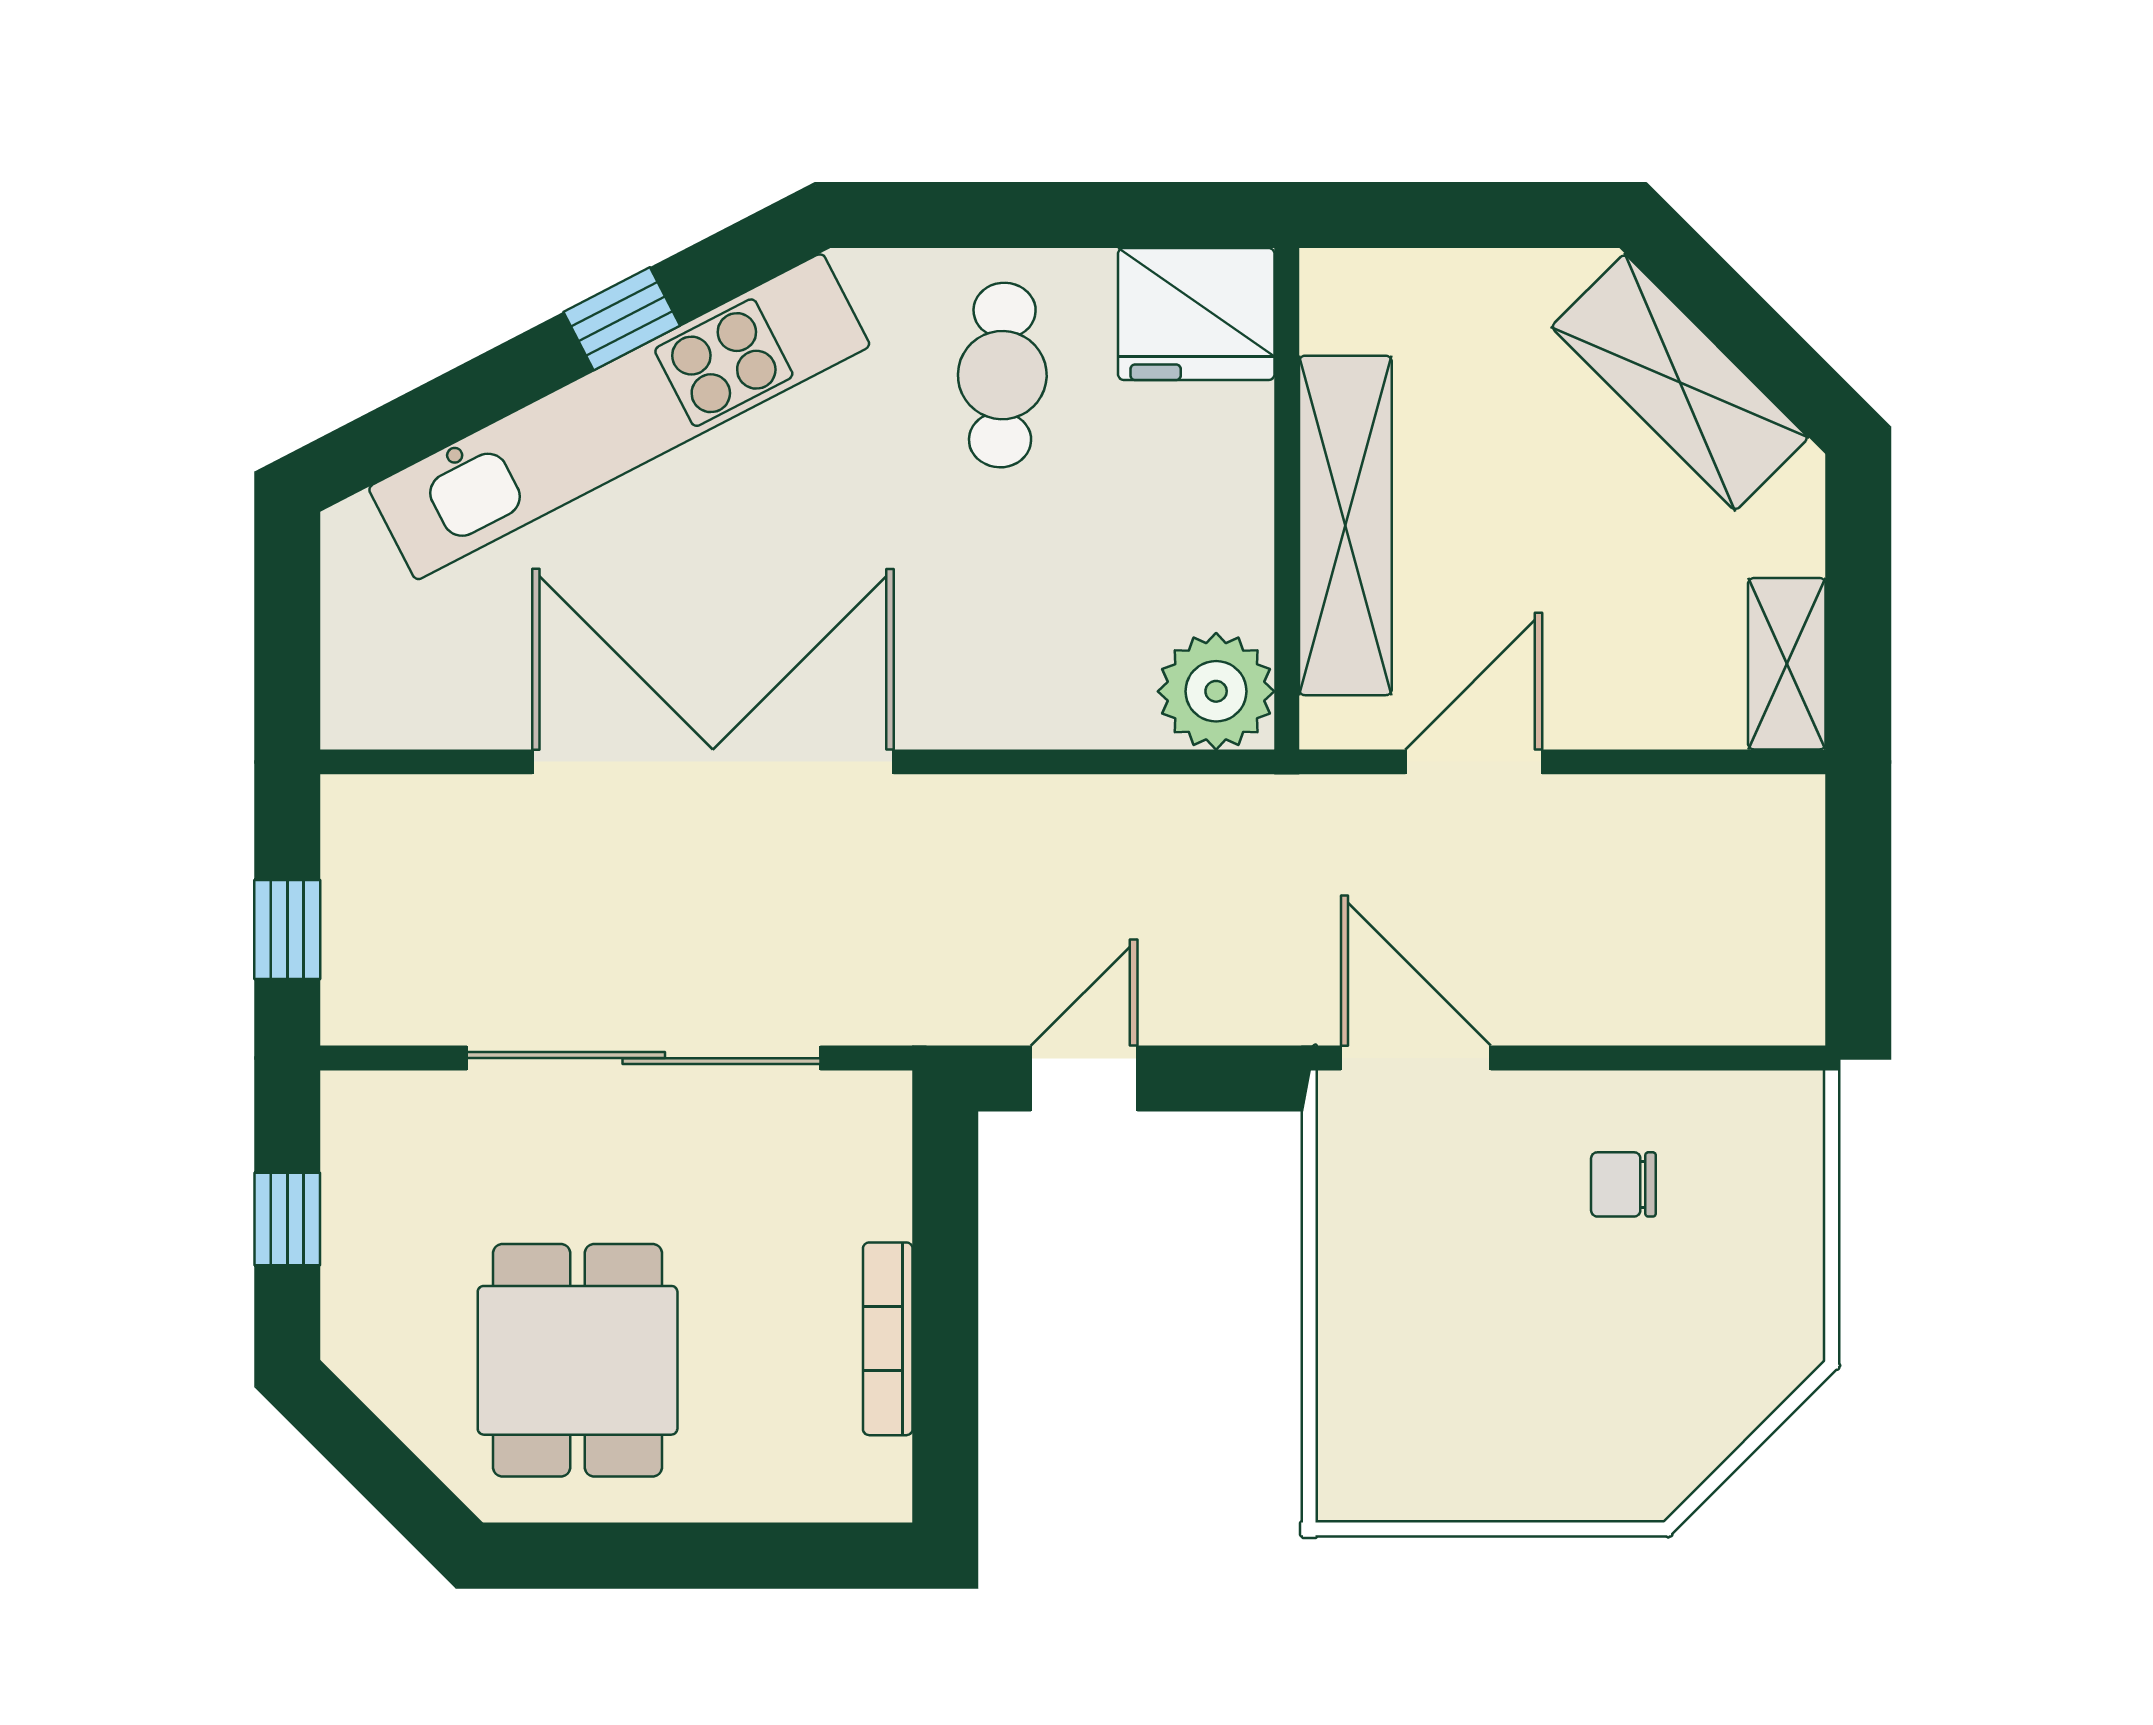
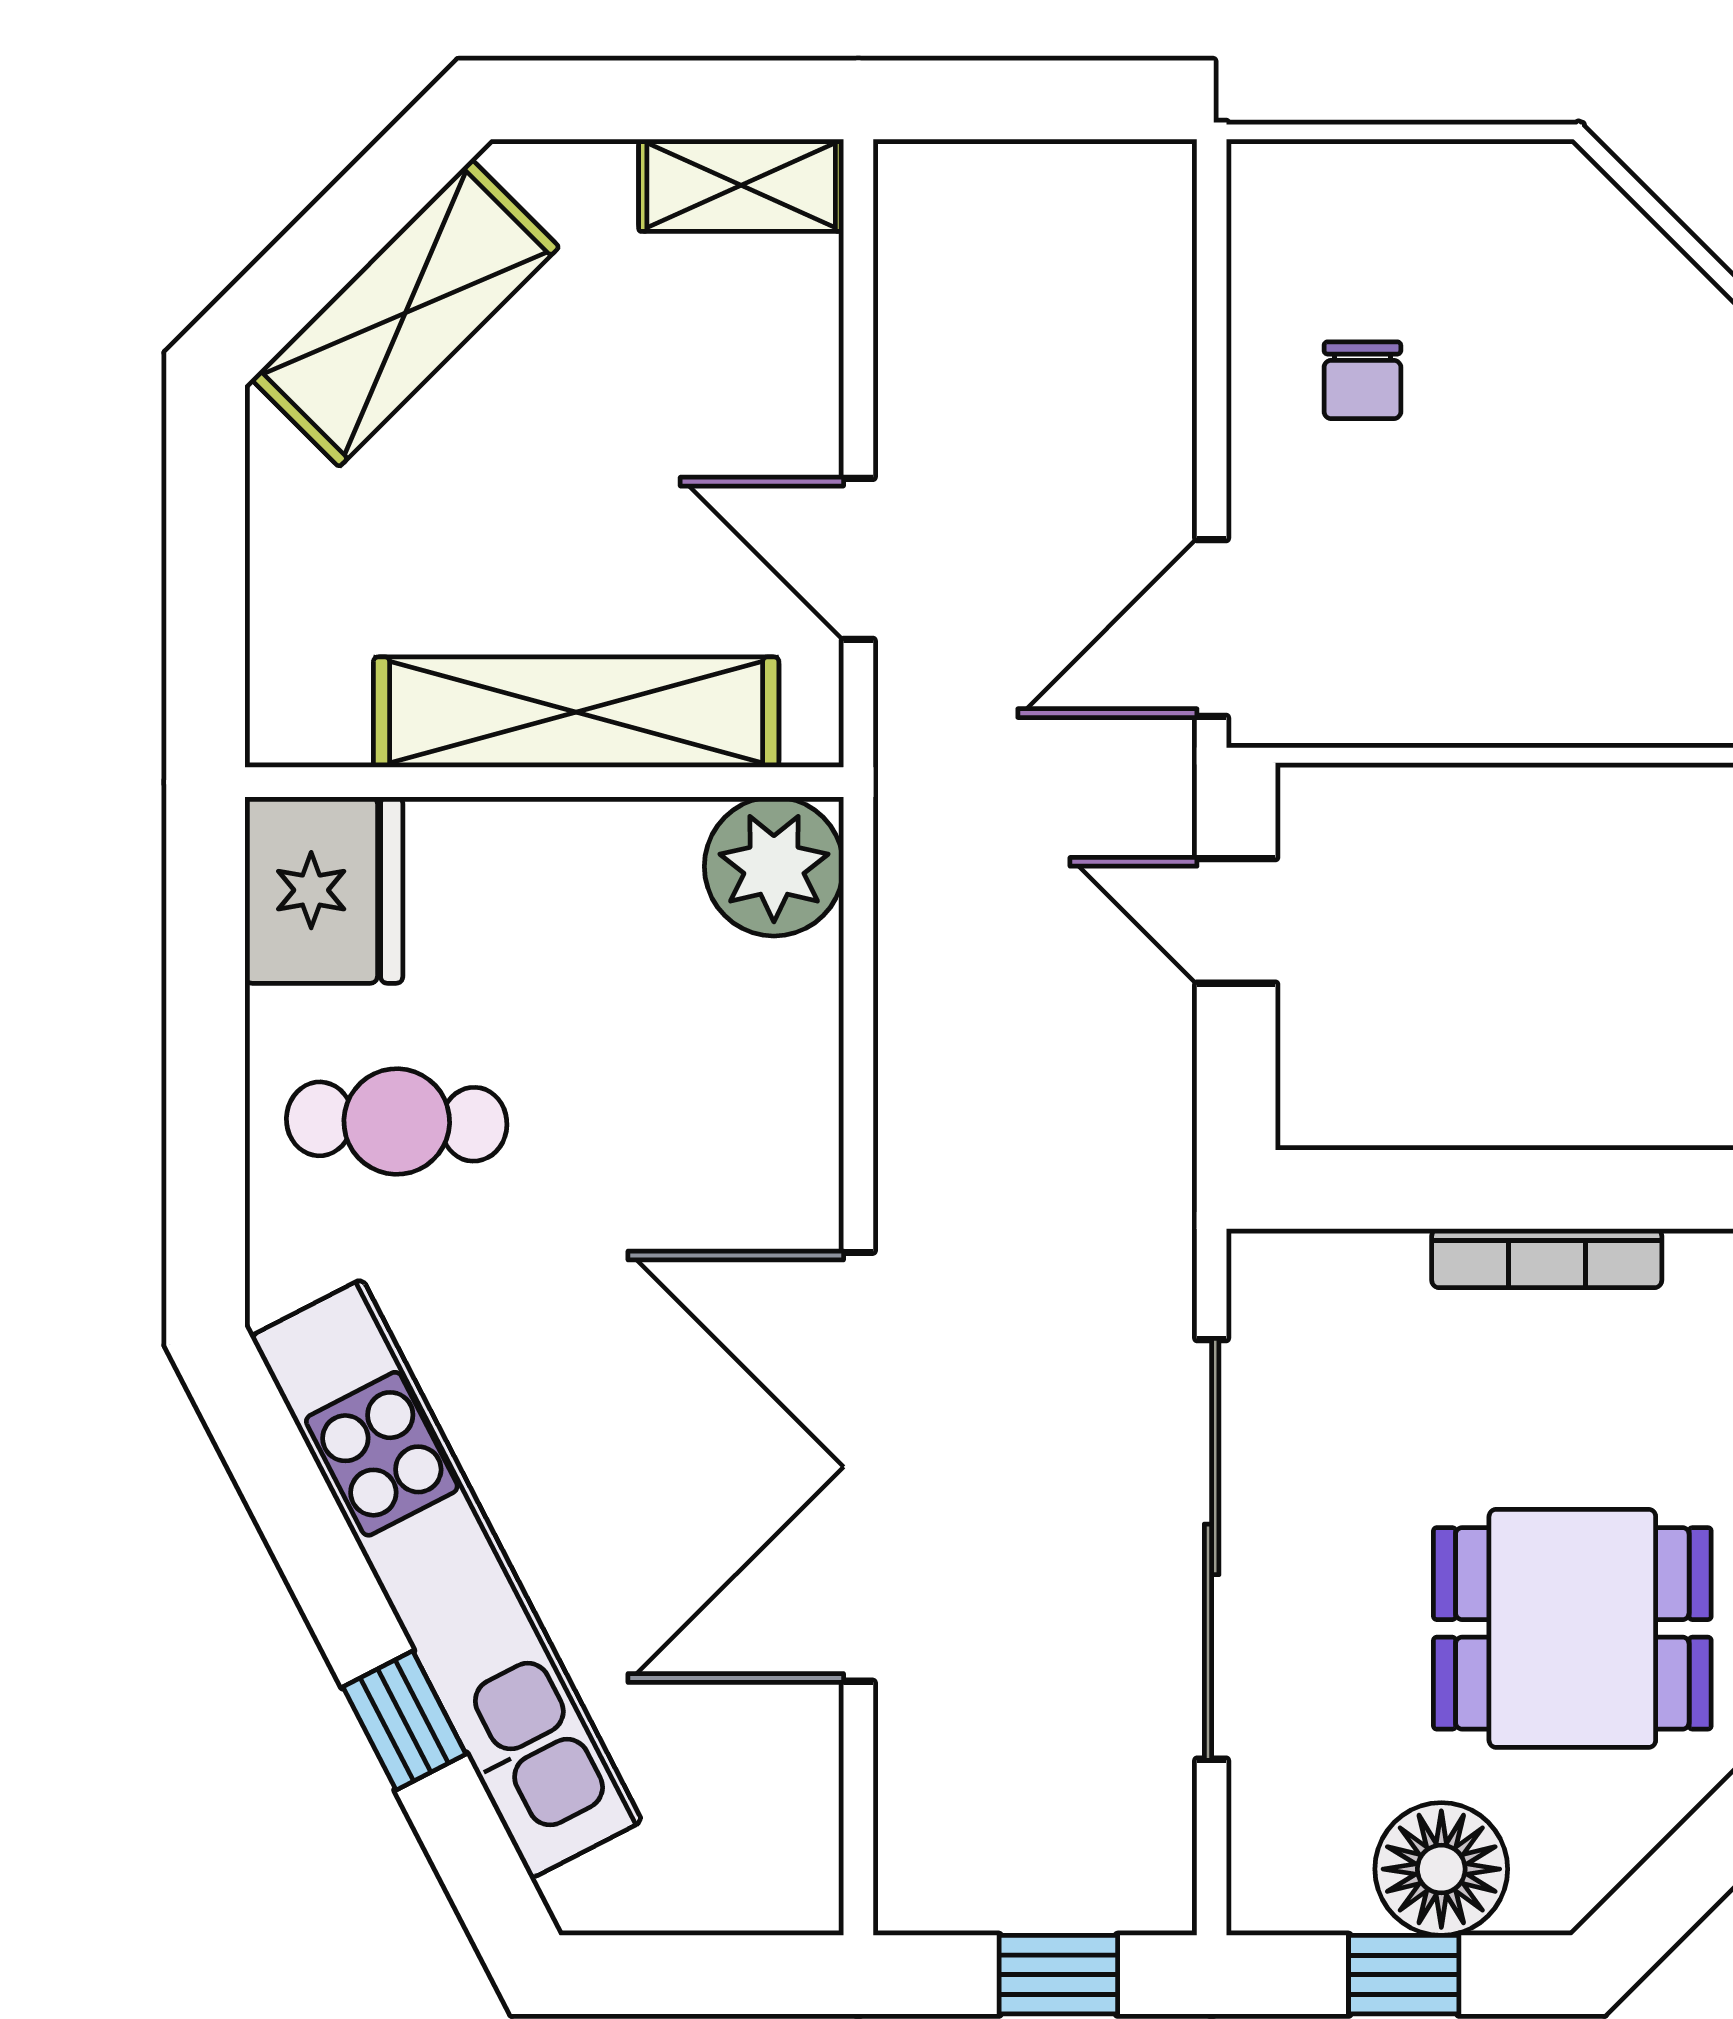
window: (622, 319) -> (404, 1720), moved
door: (1084, 1079) -> (1236, 921), moved
floor lamp: (376, 1250) -> (1441, 1869), added

